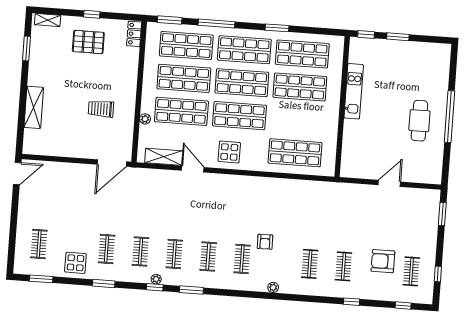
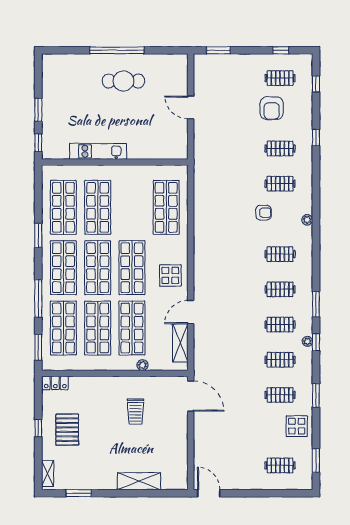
armchair: (265, 242) -> (263, 213), moved

